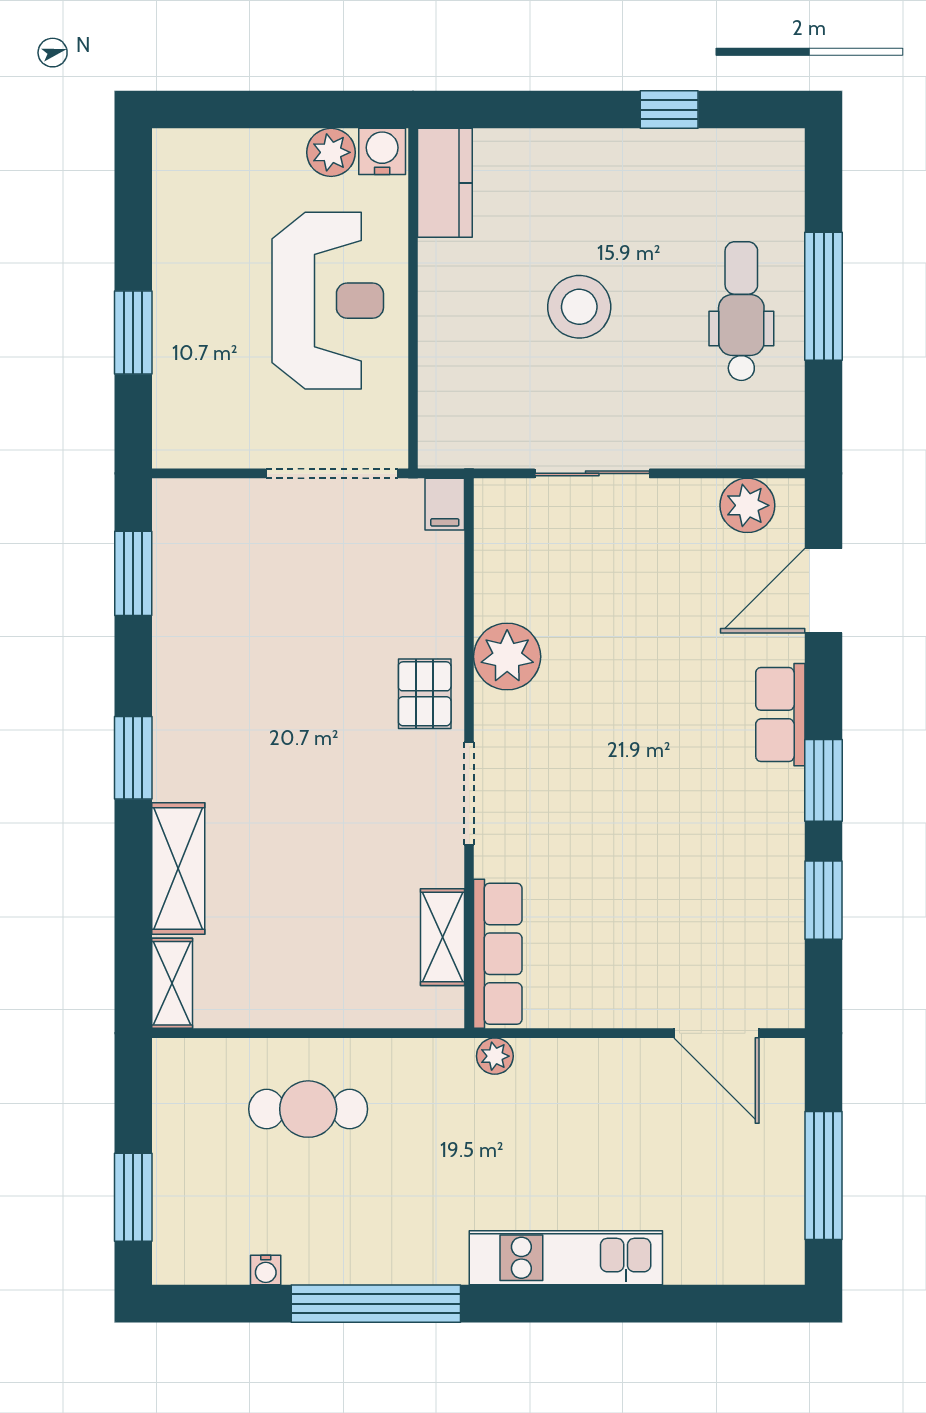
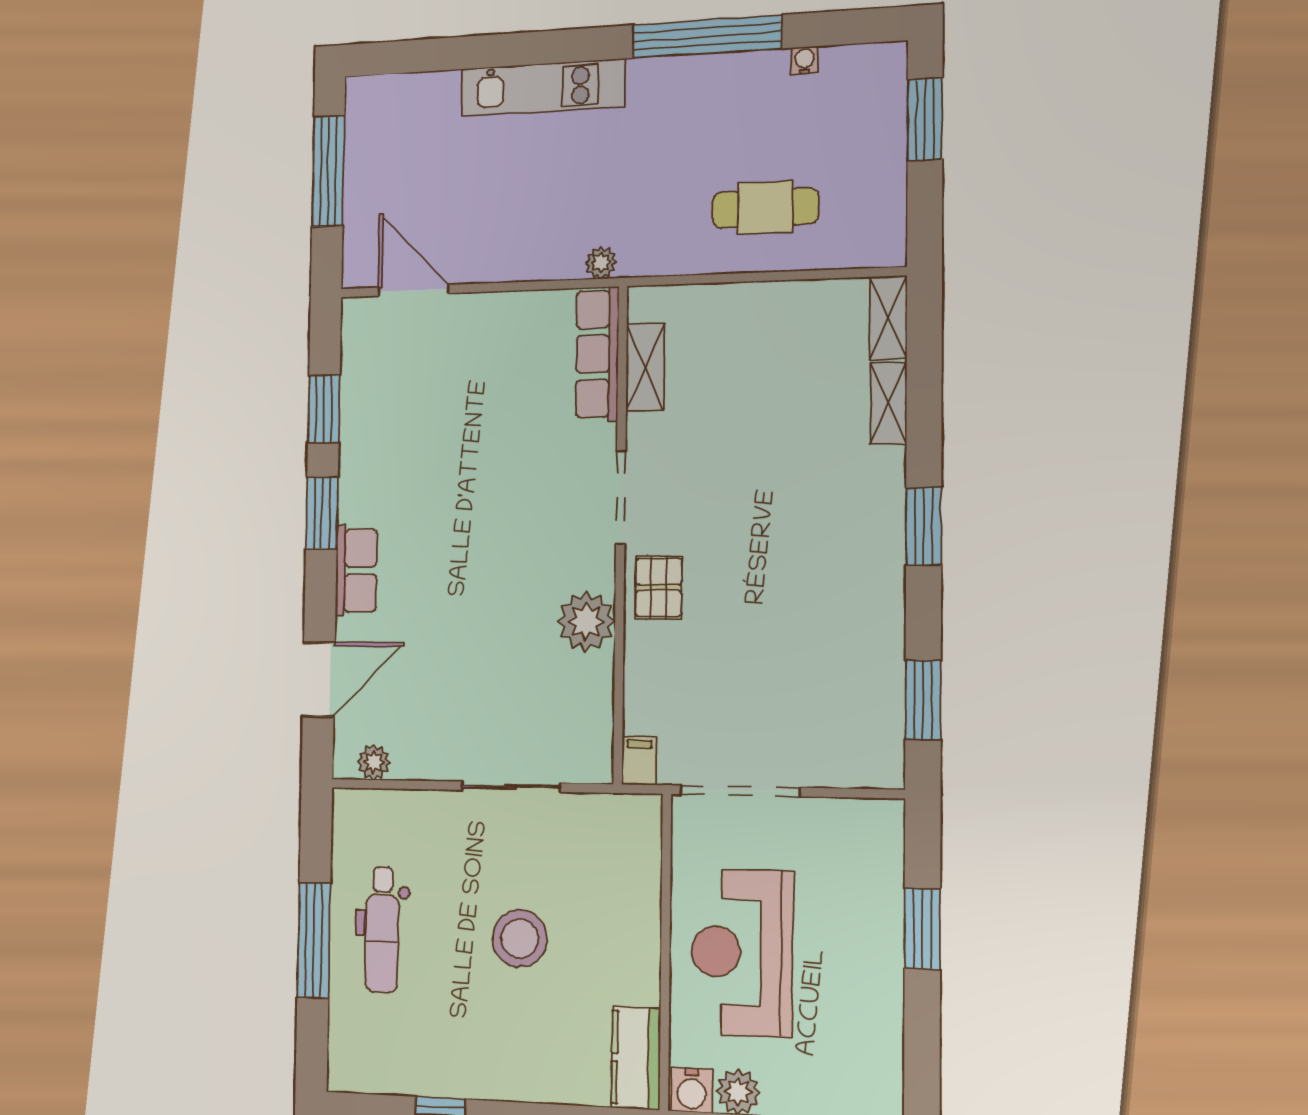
plant: (747, 505) -> (374, 762), width x0.73, depth x0.73
shelving: (178, 869) -> (888, 403), width x0.67, depth x0.75

